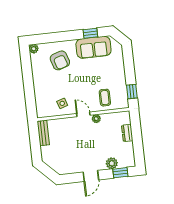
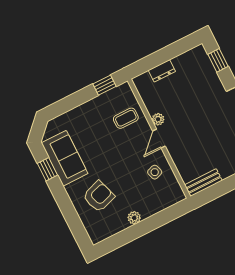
plant: (34, 49) -> (134, 218), moved
plant: (112, 163) -> (210, 77), removed

